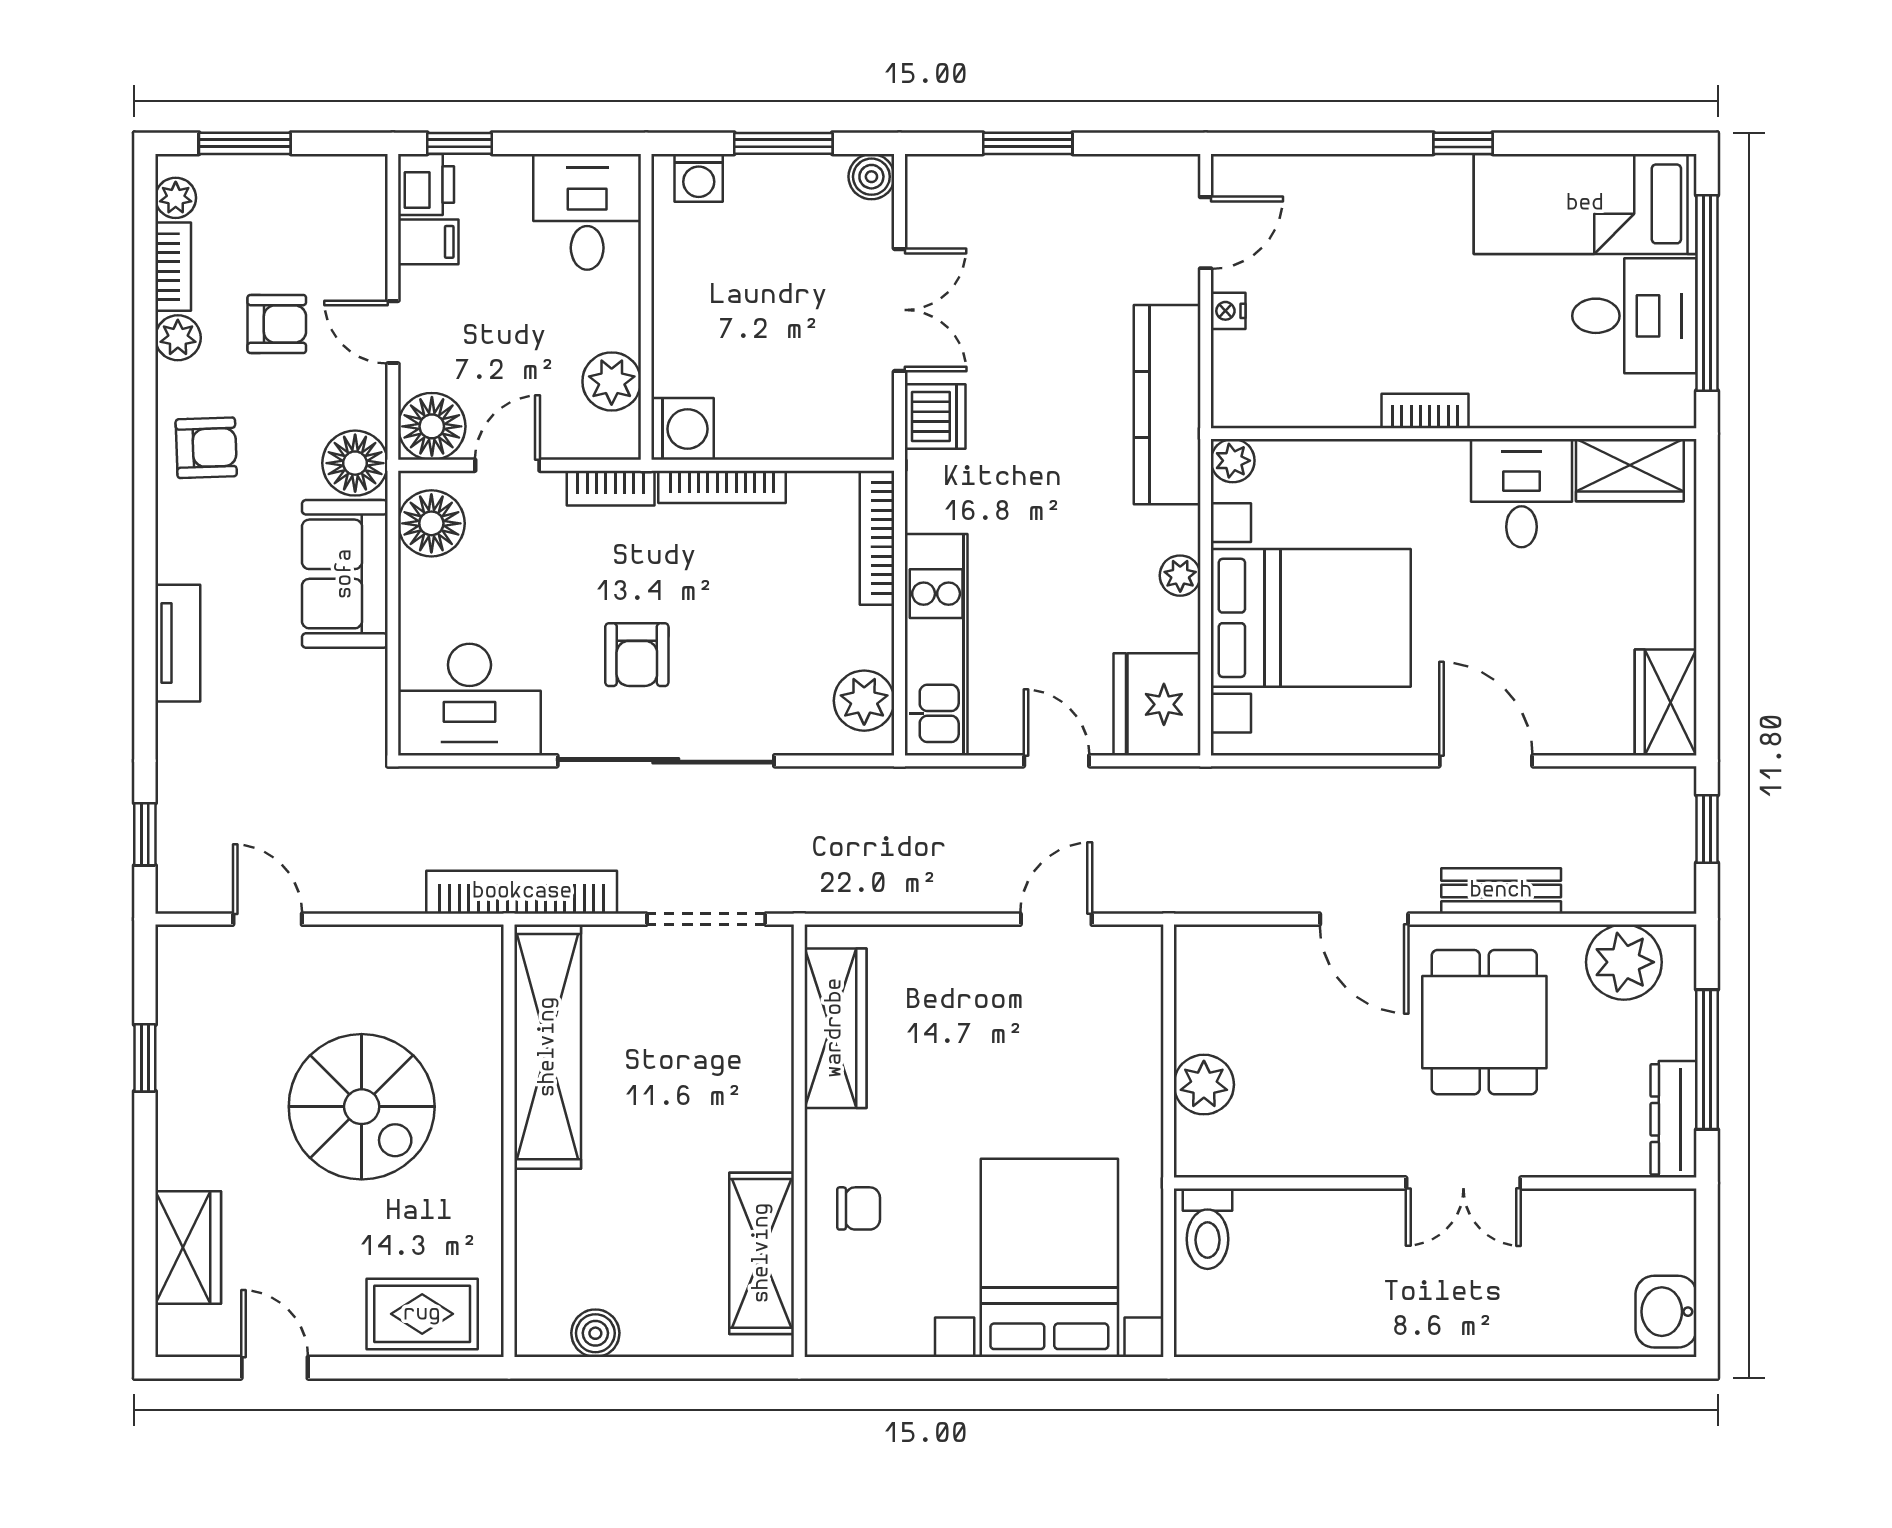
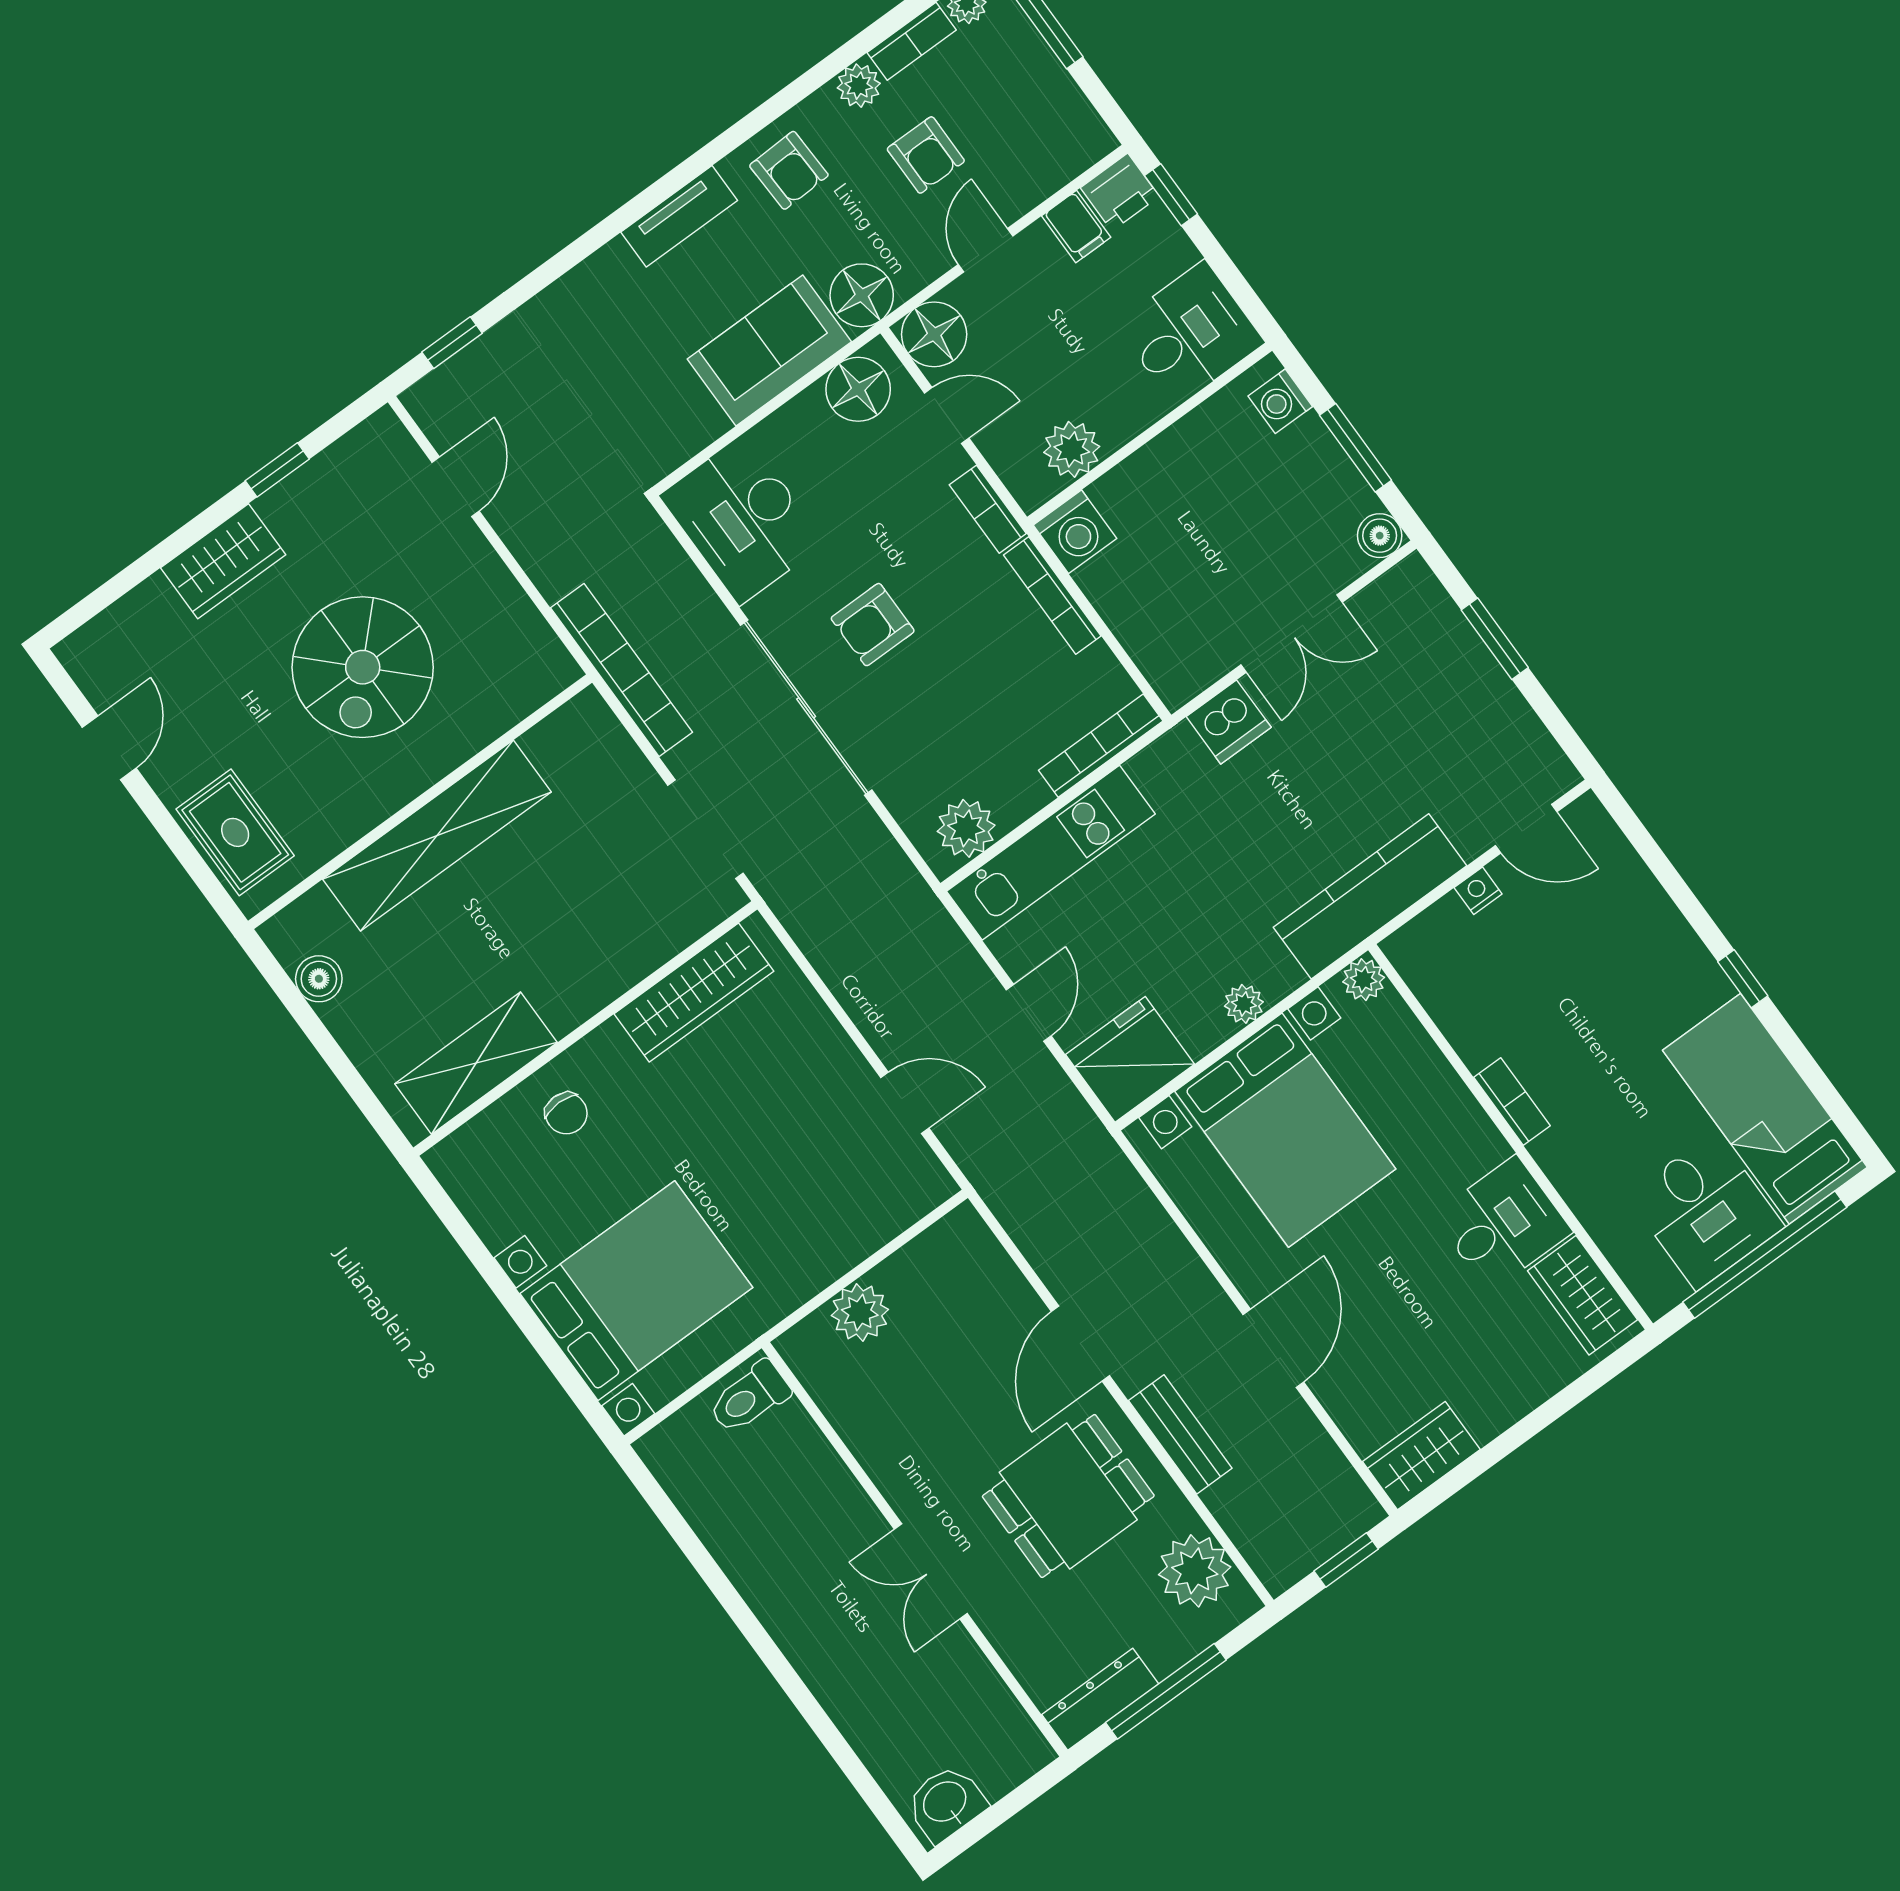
tv unit: (178, 643) -> (679, 216), moved
shelving: (548, 1047) -> (437, 836), moved
wardrobe: (188, 1248) -> (223, 561), moved

